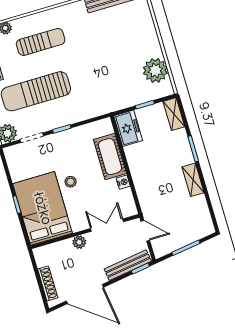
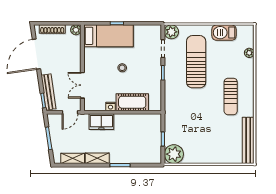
sun lounger: (41, 42) -> (231, 96), moved
plant: (155, 70) -> (174, 154), moved
shelving: (174, 114) -> (73, 158), moved
freezer: (128, 128) -> (101, 122), moved
bed: (43, 208) -> (108, 36), width x0.67
double door: (107, 225) -> (82, 85), swing flipped
plant: (79, 242) -> (76, 30), moved

